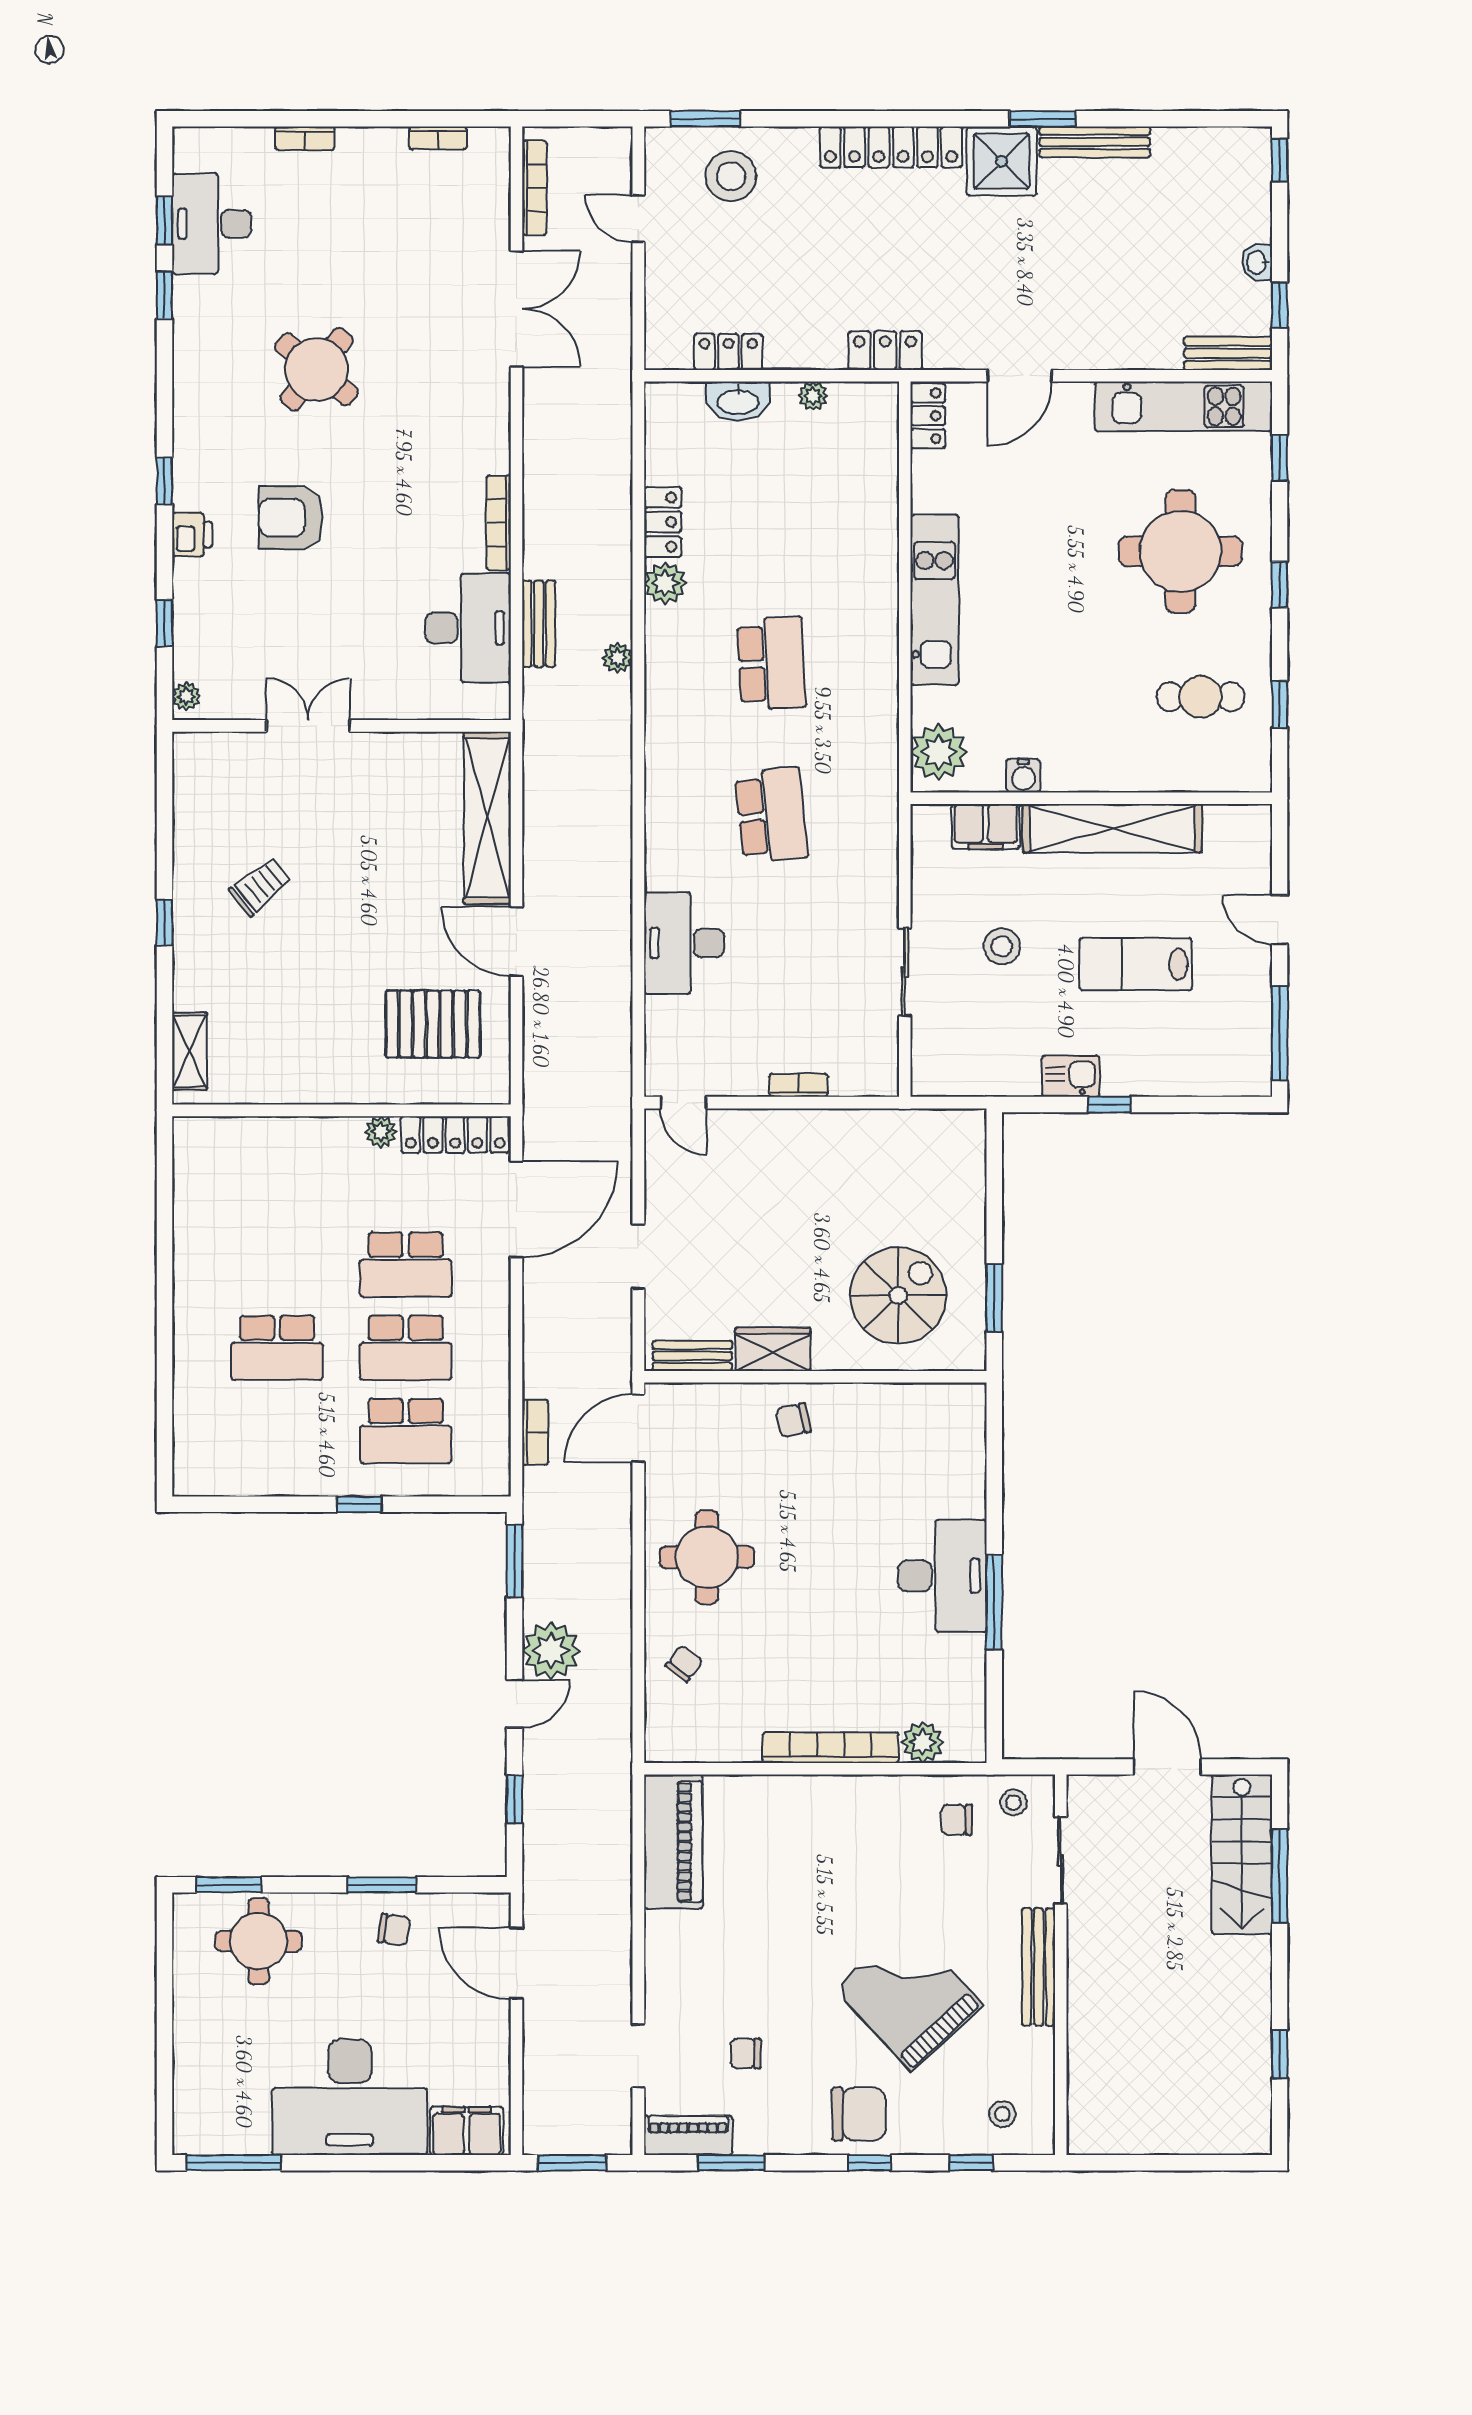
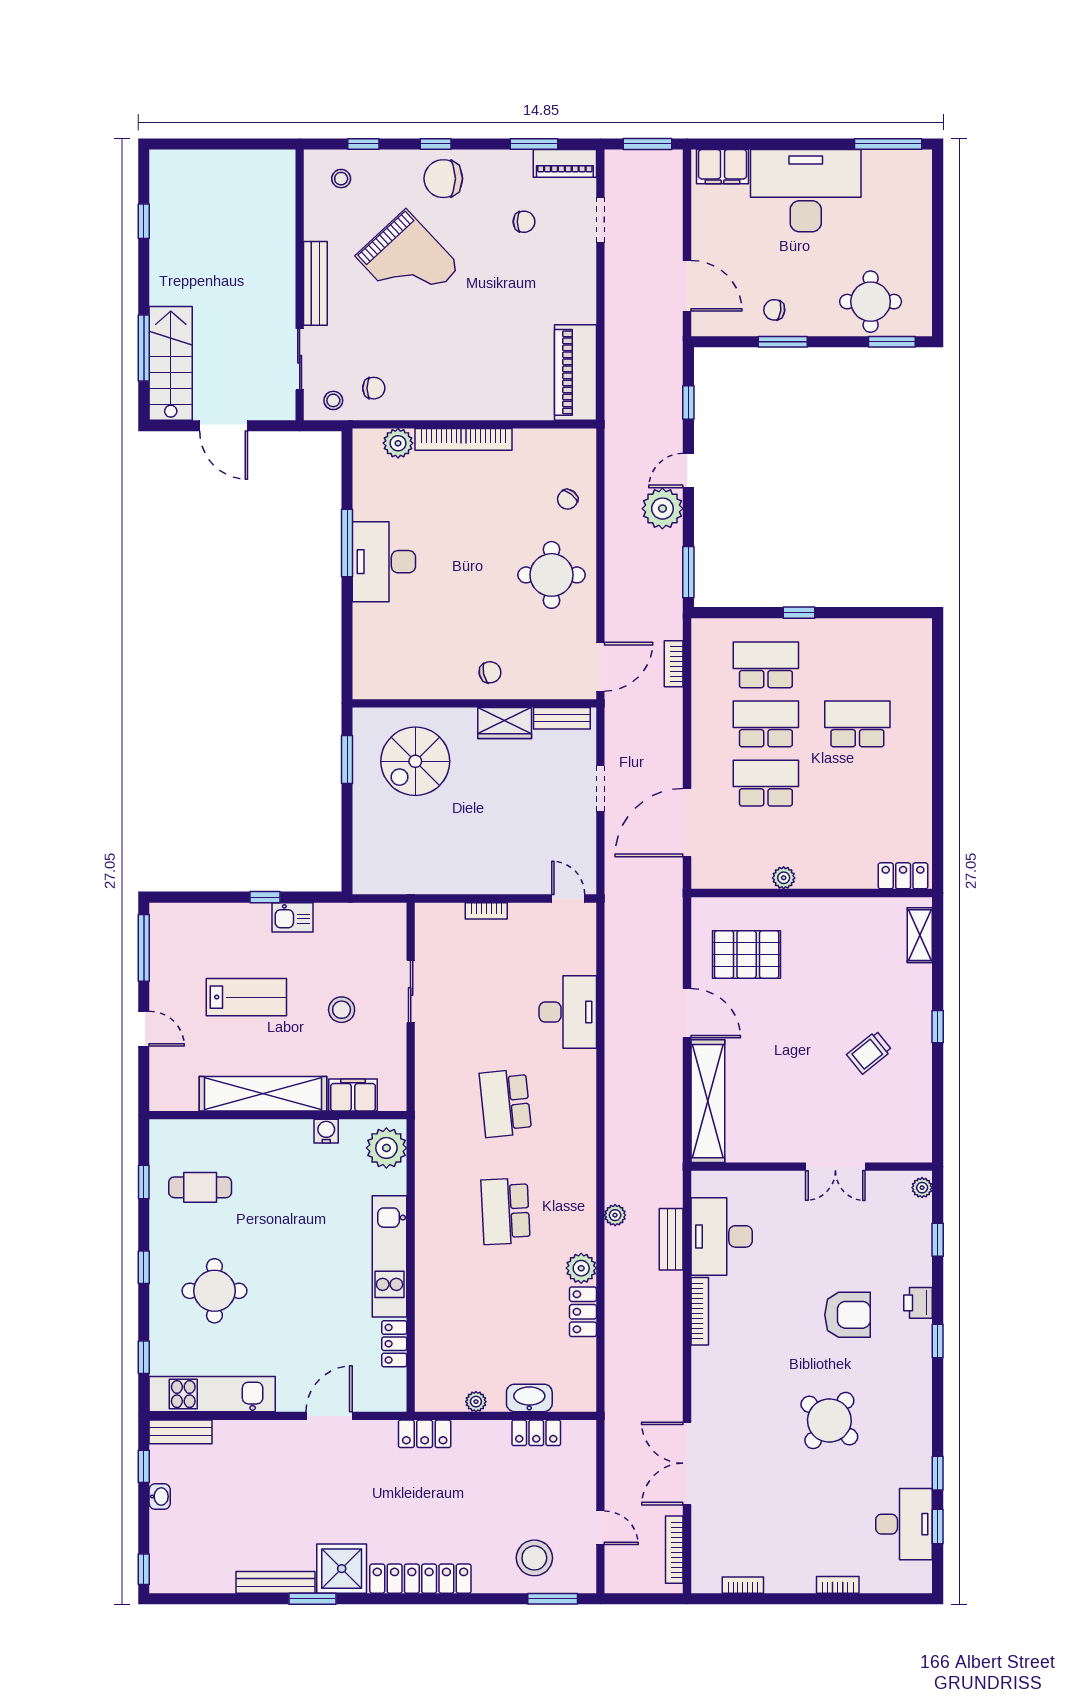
locker: (928, 416) -> (394, 1344), moved
round table: (1180, 551) -> (214, 1291), width x0.73, depth x0.73
locker: (455, 1134) -> (903, 876), moved, width x0.66

